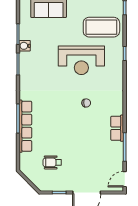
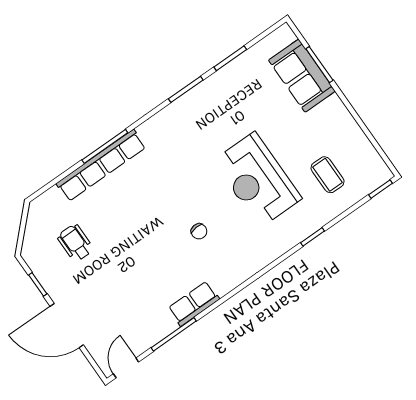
coffee table: (101, 27) -> (327, 175), width x0.54, depth x0.58
water cooler: (25, 46) -> (220, 80), removed
door: (125, 179) -> (126, 368), hinge flipped

